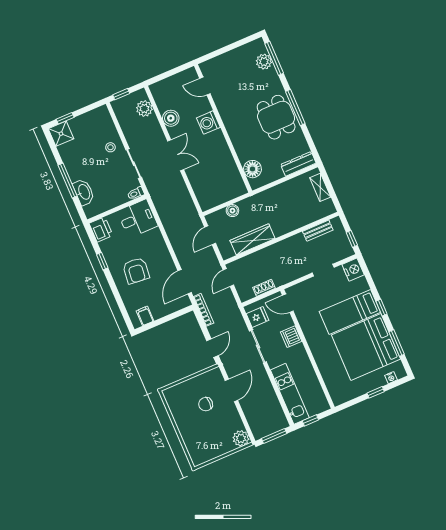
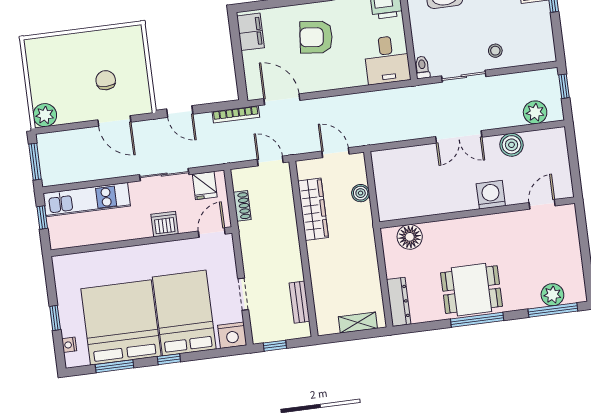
bed: (350, 312) -> (184, 313), width x1.50
filing cabinet: (145, 316) -> (250, 32), width x2.00

